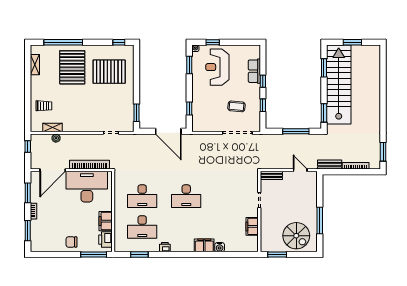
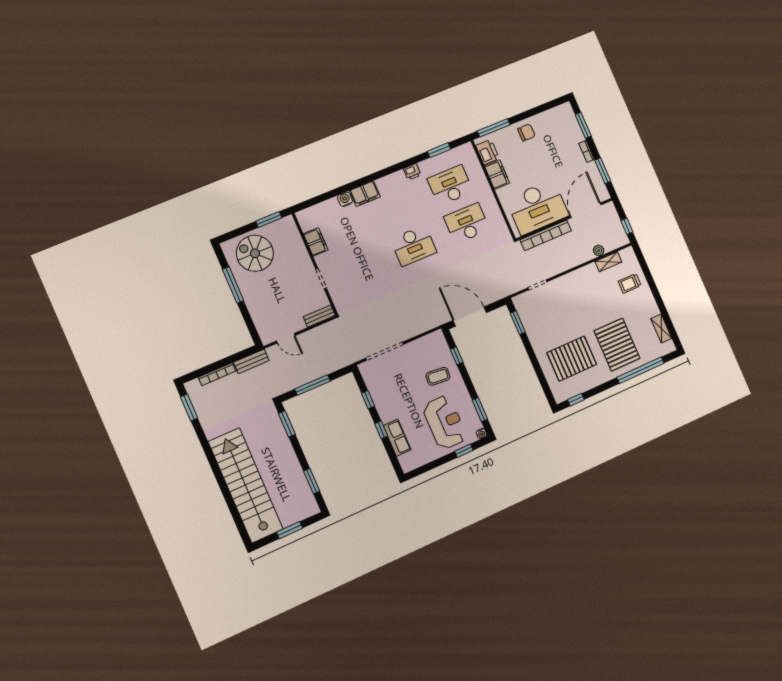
stairs: (339, 84) -> (246, 485), moved, turned 180
coffee table: (236, 106) -> (438, 376), moved
desk: (186, 196) -> (413, 246), turned 180

